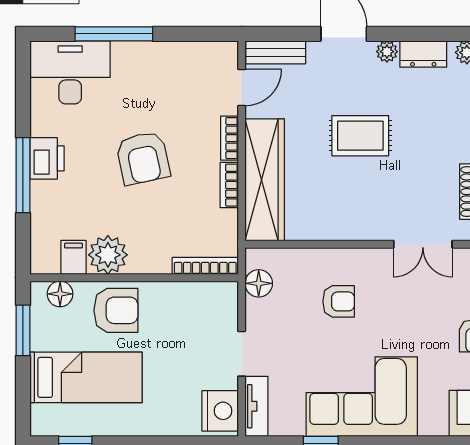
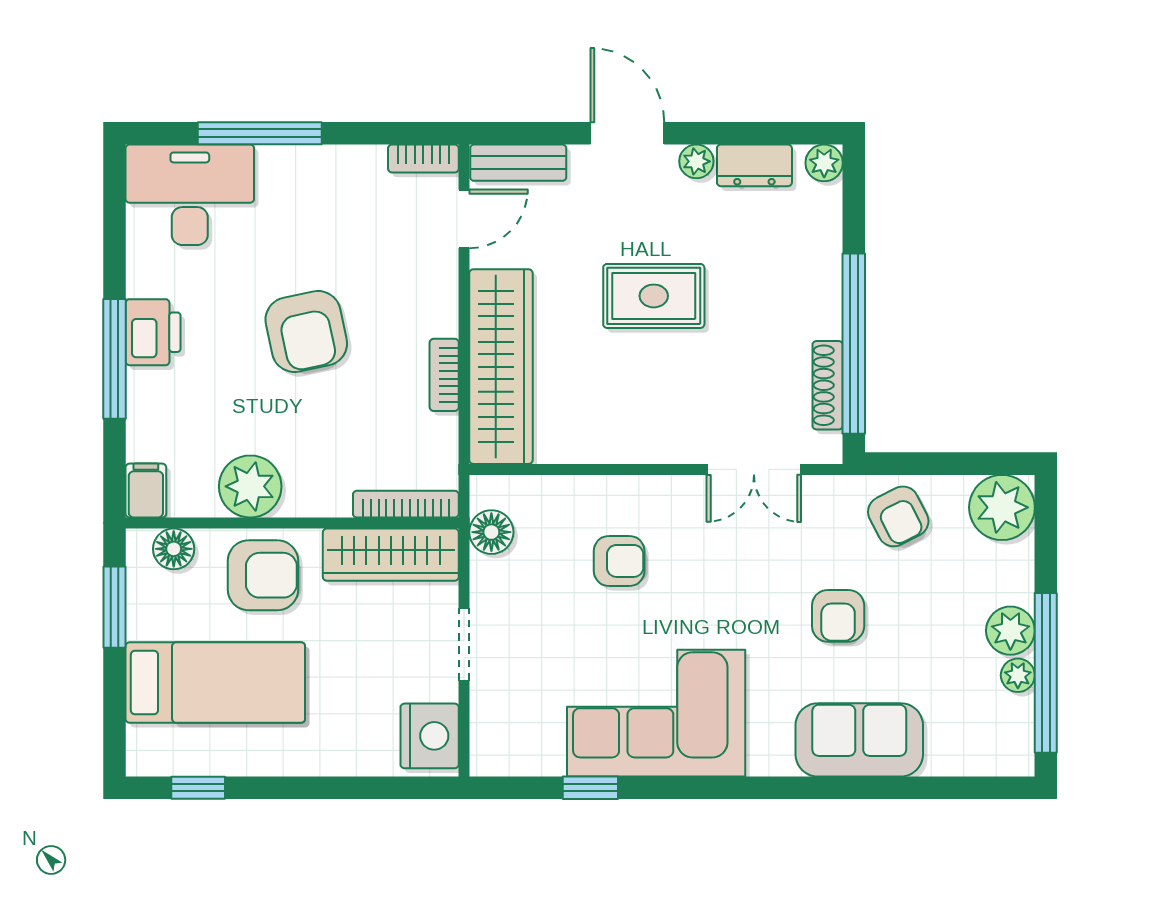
bookcase: (229, 138) -> (423, 158), moved, turned -90
filing cabinet: (73, 257) -> (146, 491), moved
wardrobe: (196, 297) -> (391, 555), added
tv unit: (256, 406) -> (488, 729), removed

